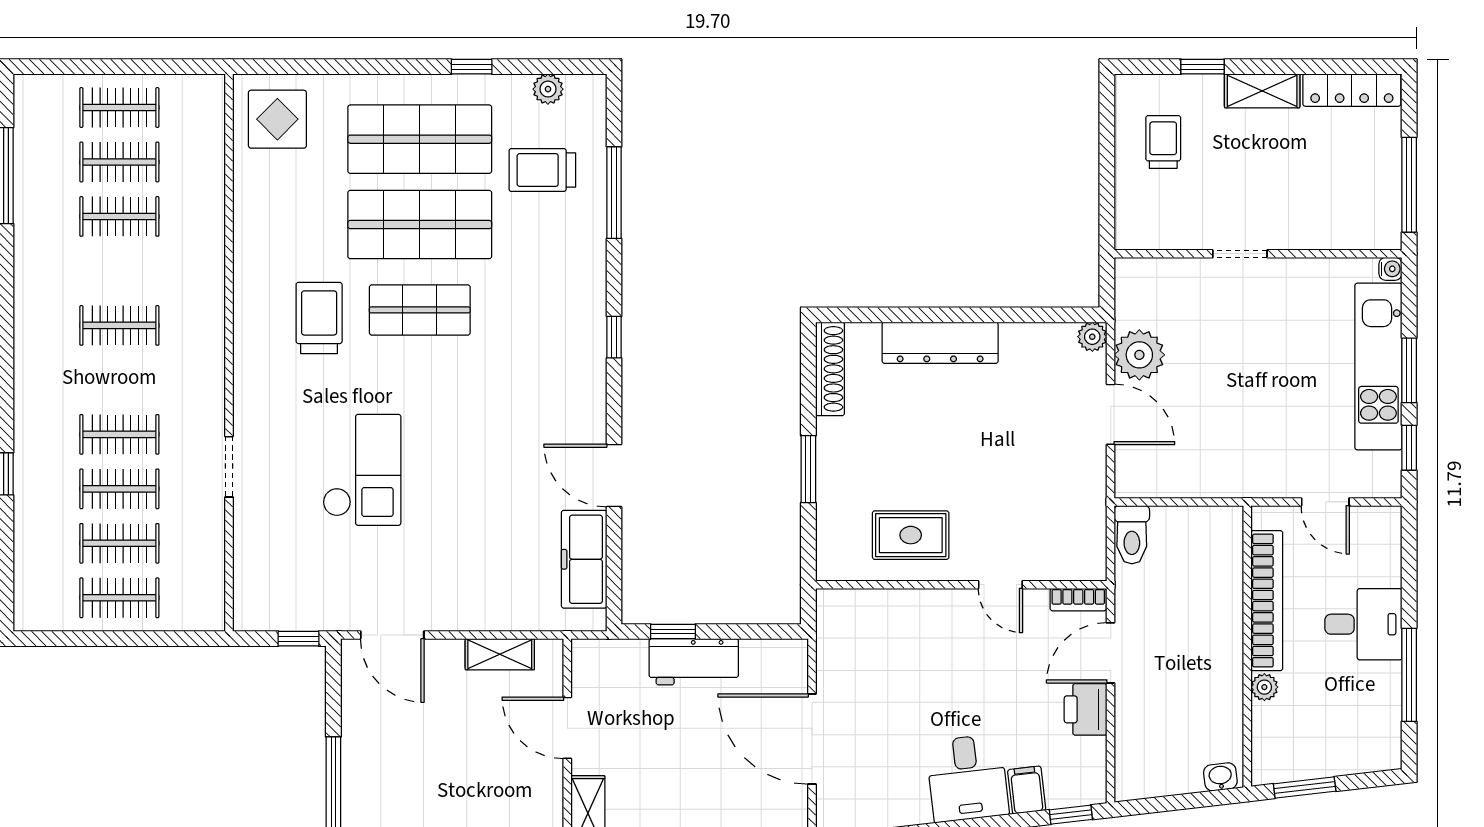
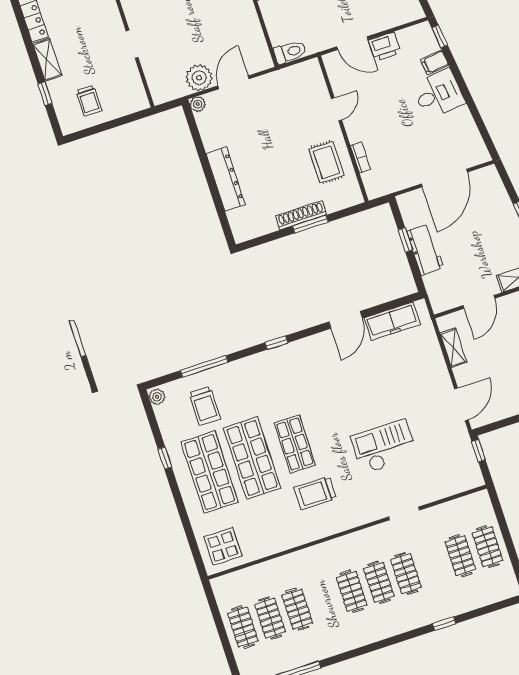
plant: (548, 89) -> (157, 397), moved
trolley: (1163, 142) -> (89, 101), turned -90
shoe rack: (830, 369) -> (301, 215), moved
clothes rail: (119, 489) -> (379, 582), moved
bookcase: (1078, 600) -> (361, 158), moved
window: (673, 631) -> (405, 240), moved

